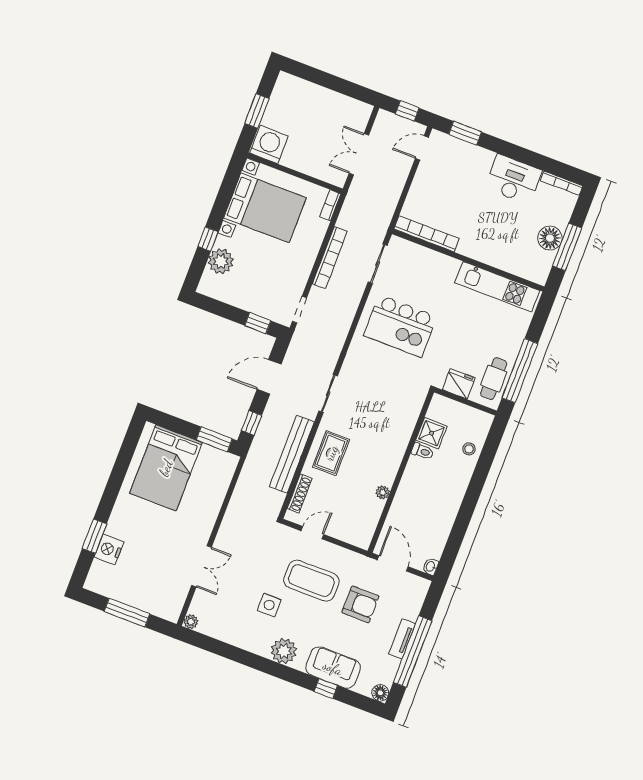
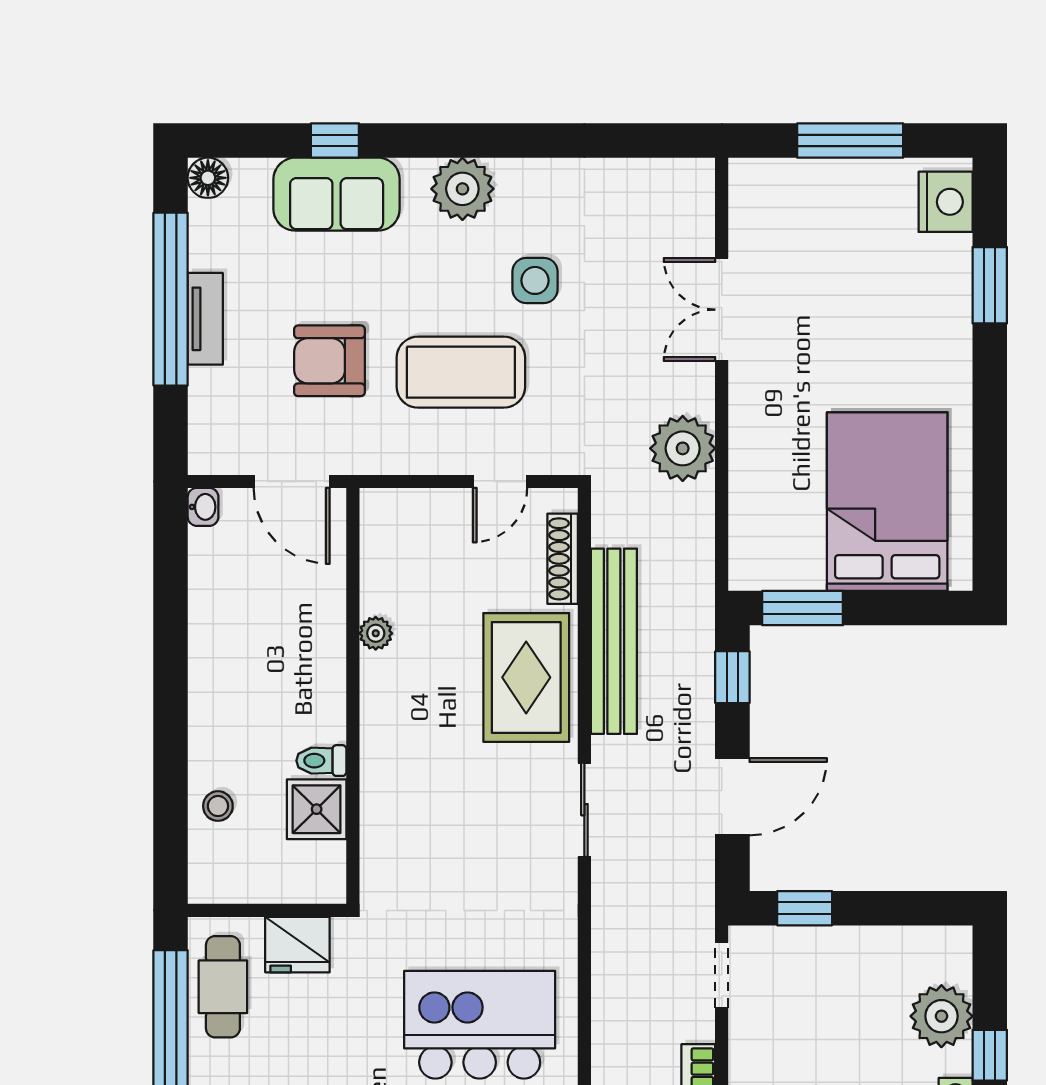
rug: (331, 453) -> (526, 677), width x1.36, depth x1.43
nightstand: (109, 549) -> (946, 202), moved
plant: (191, 622) -> (683, 448), moved, width x1.87, depth x1.87

